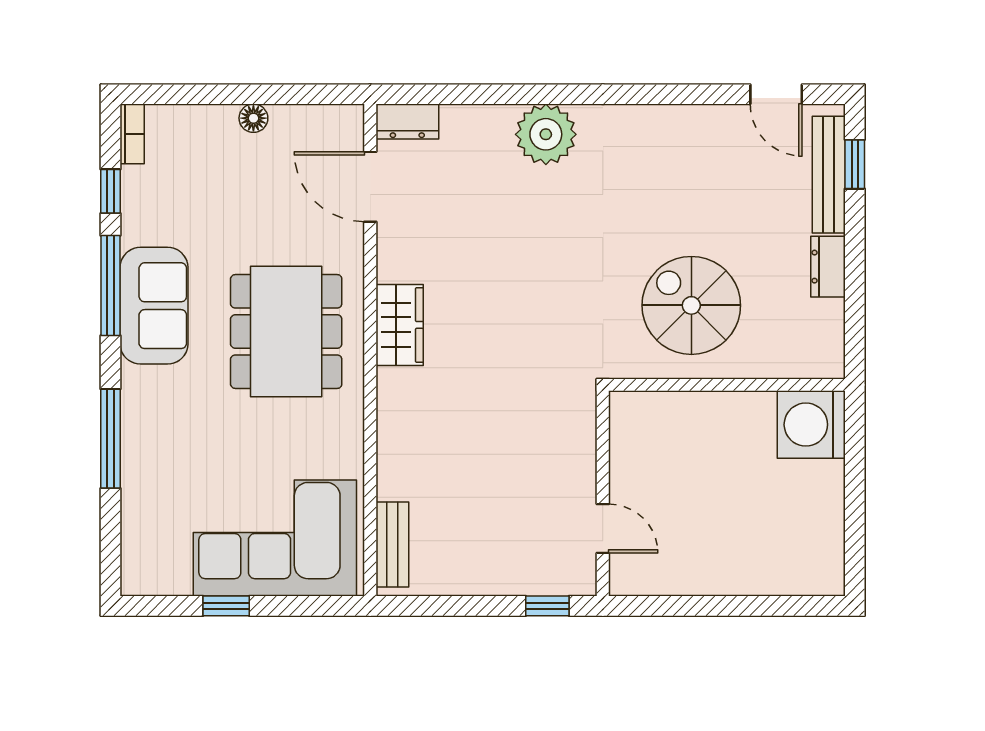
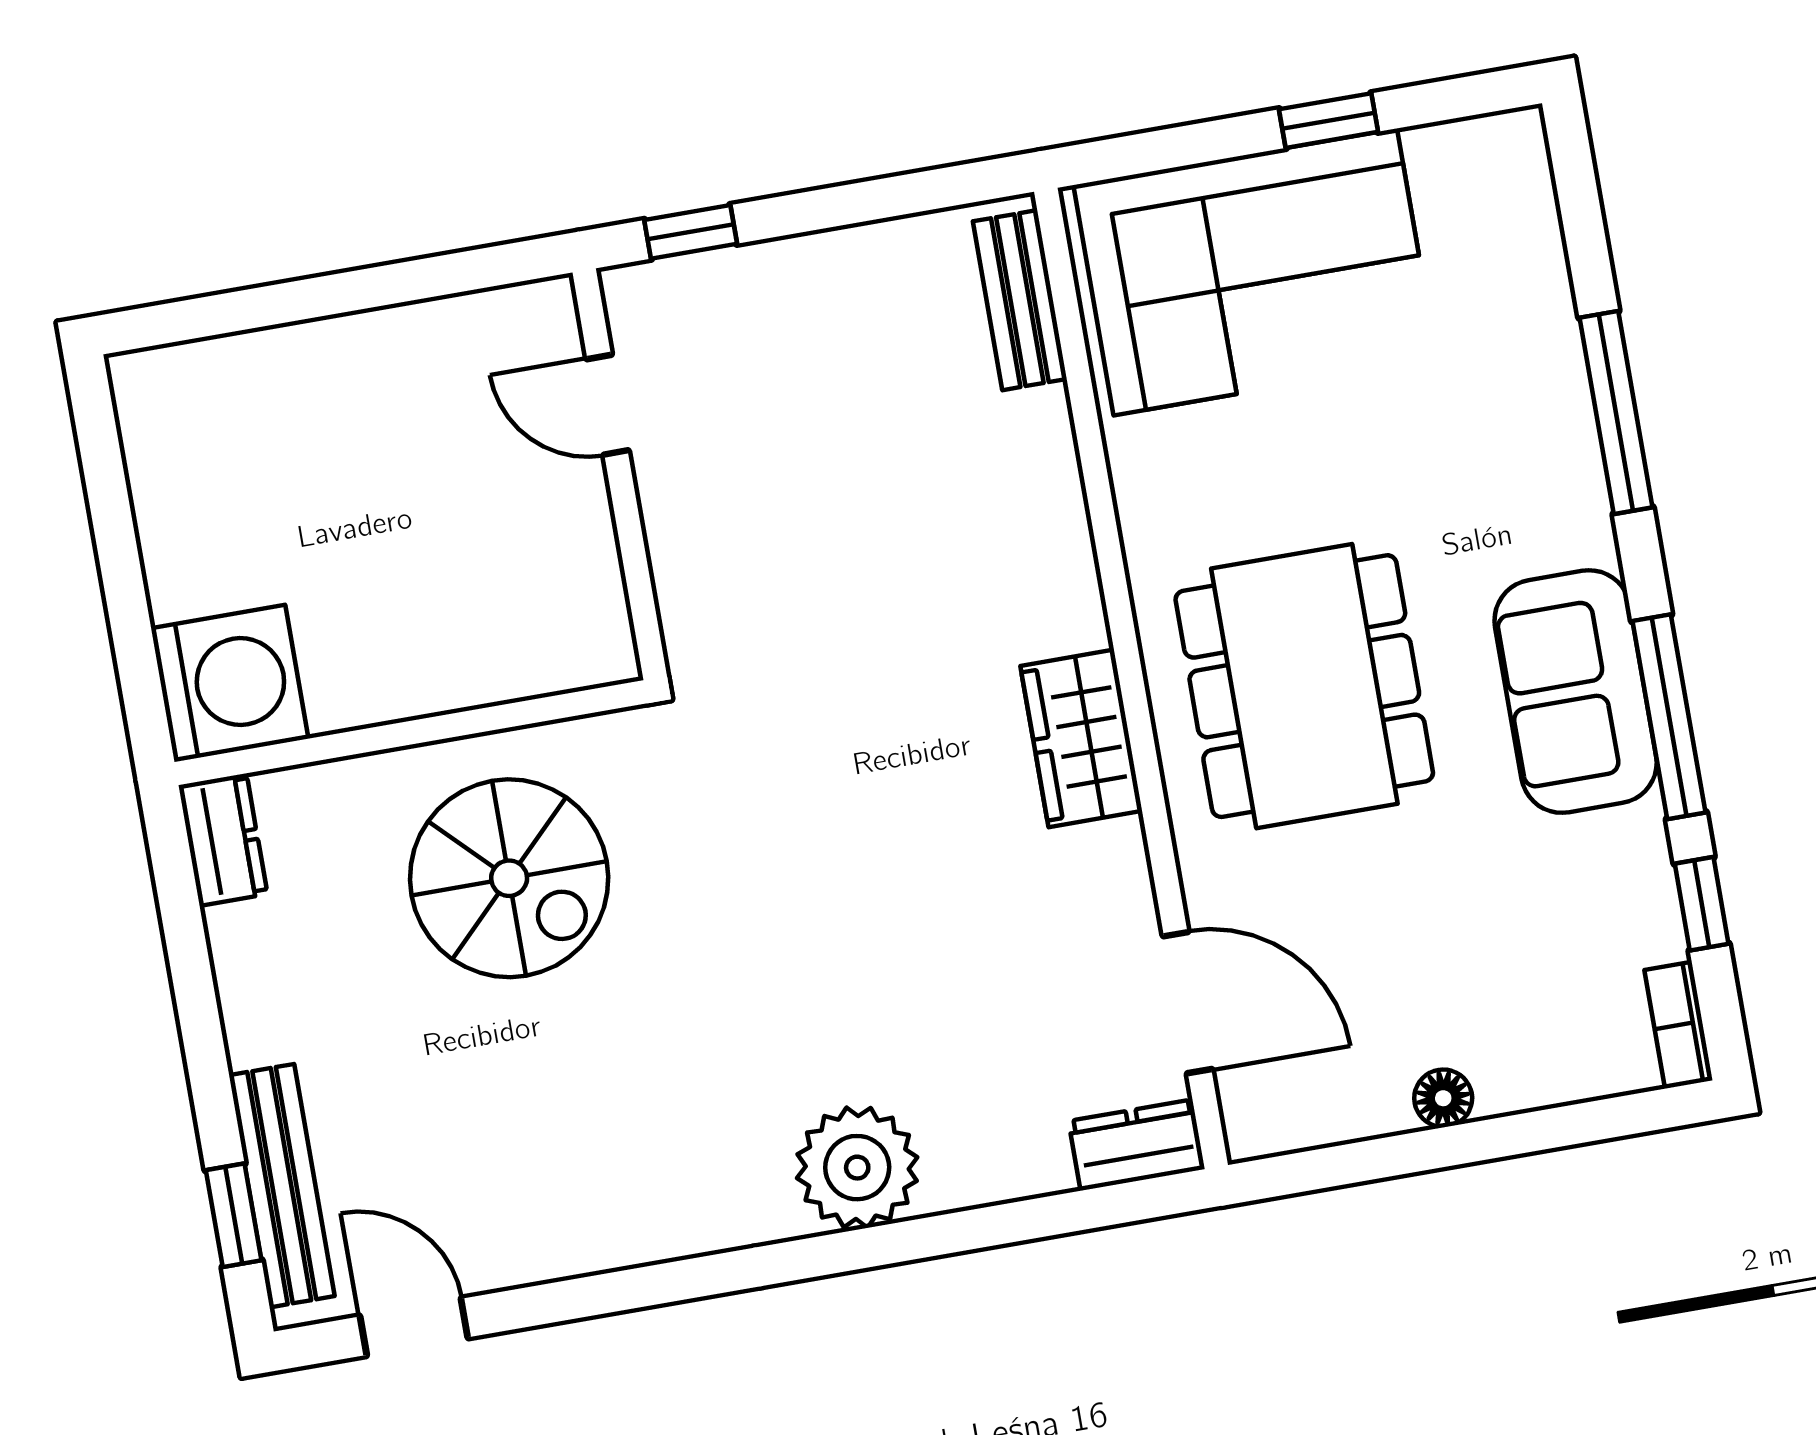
dresser: (828, 267) -> (223, 840), moved

